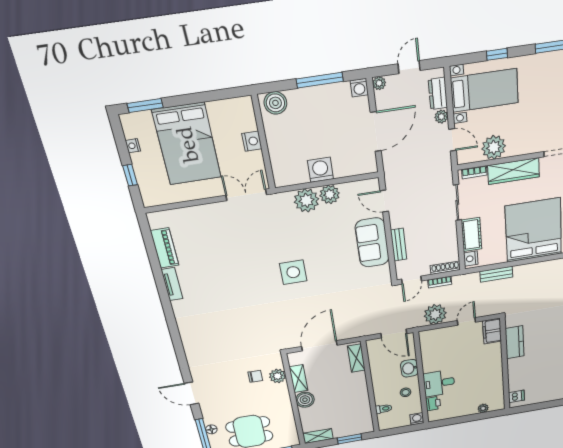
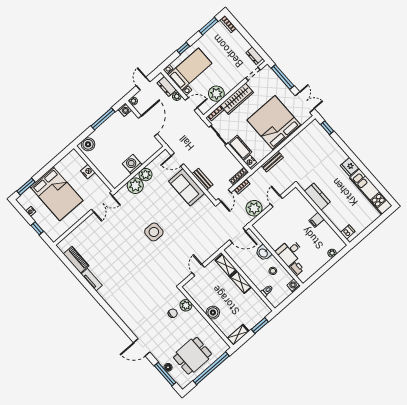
double door: (246, 195) -> (102, 202), swing flipped
filing cabinet: (492, 331) -> (317, 220), moved, width x0.50
door: (319, 346) -> (198, 270), width x0.53
shelving: (298, 379) -> (241, 282), moved

